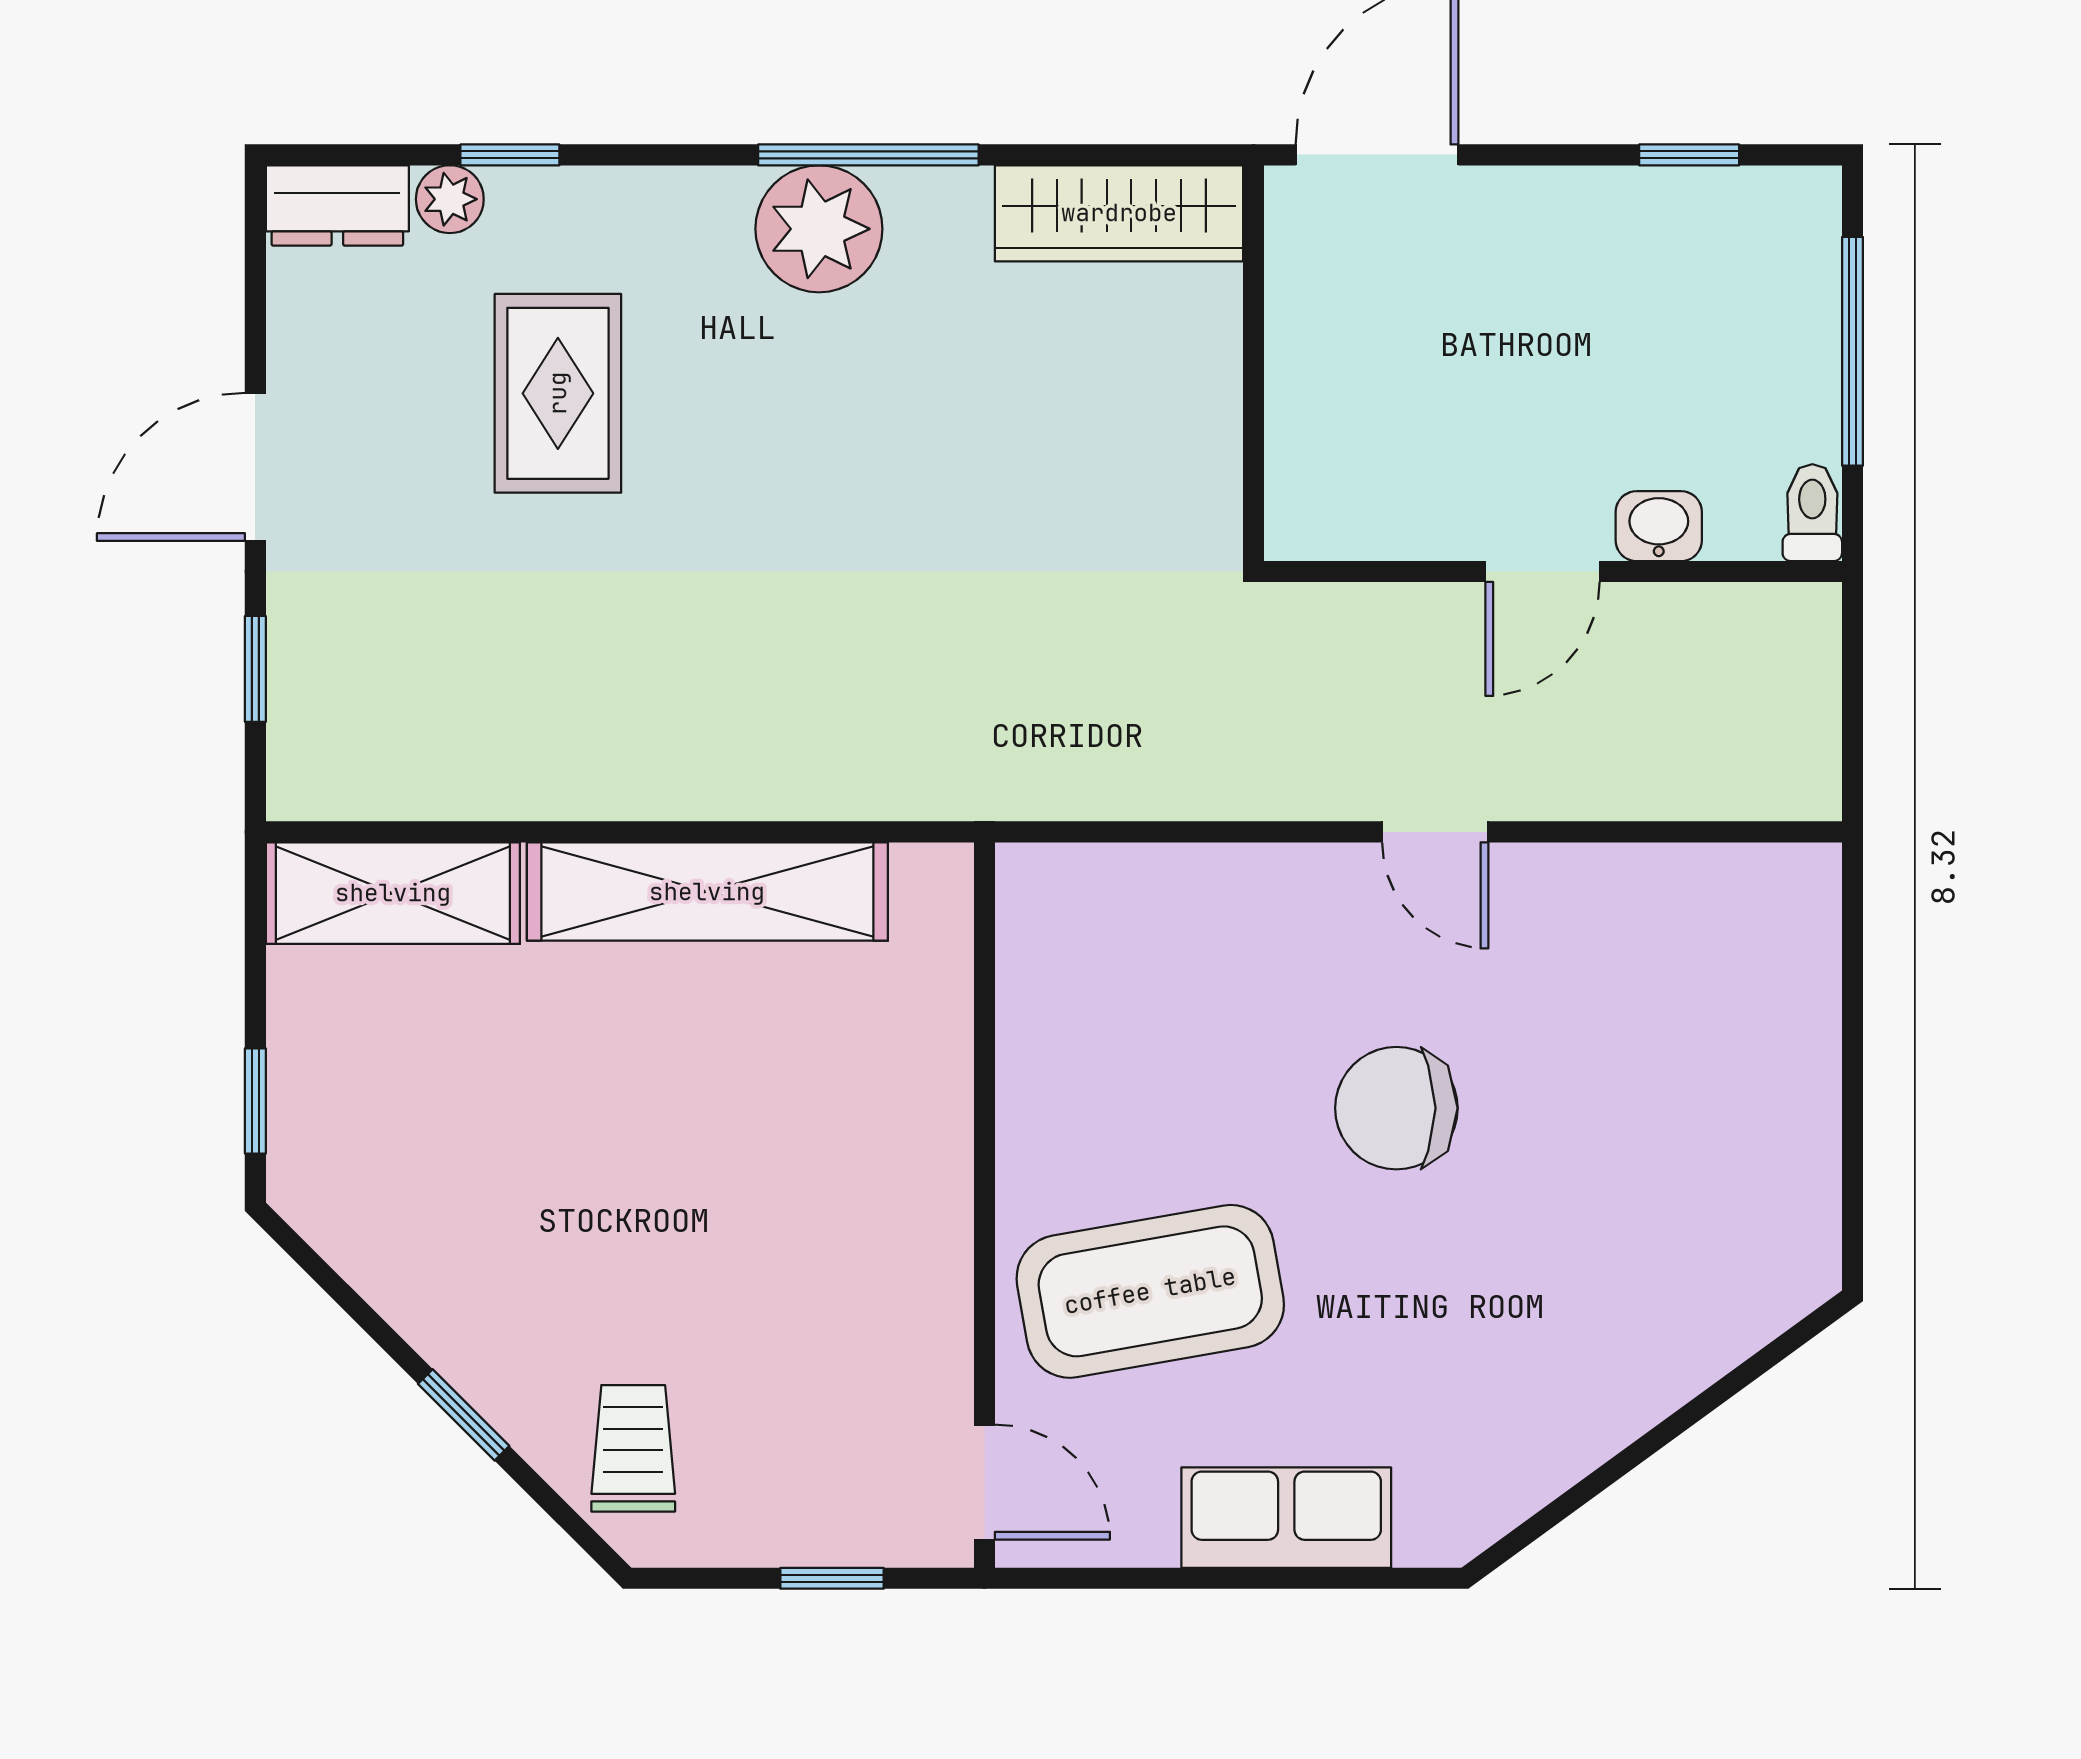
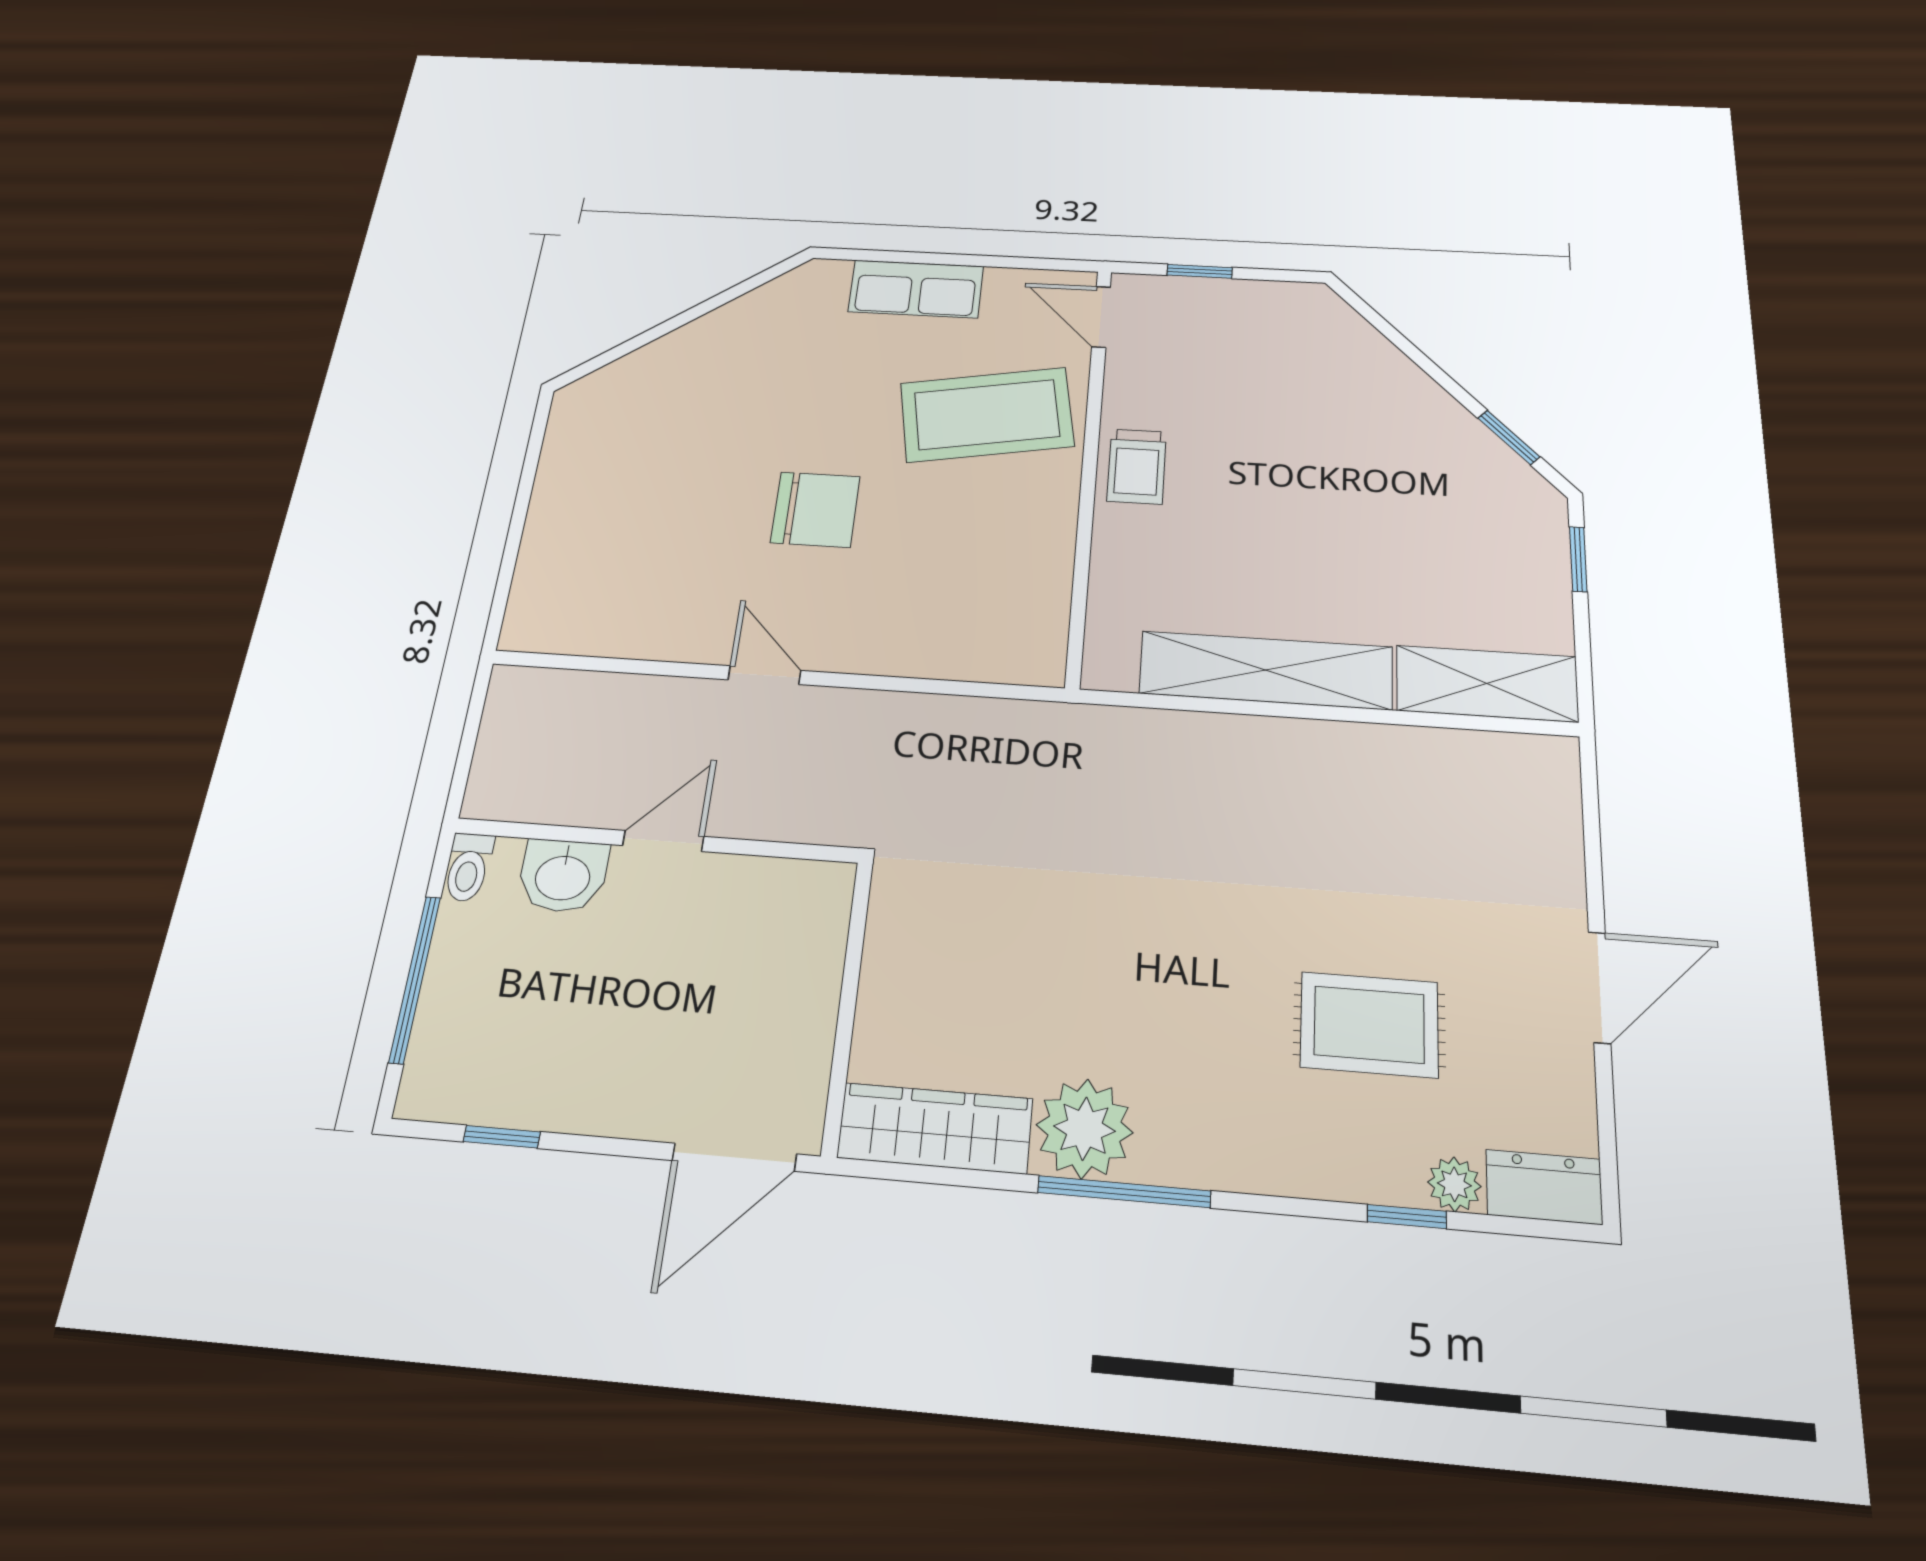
plant: (819, 229) -> (1084, 1129), moved
rug: (558, 393) -> (1369, 1025), turned 90
washbasin: (1659, 526) -> (563, 876), width x1.38, depth x1.45
window: (255, 669) -> (1592, 841), removed
window: (464, 1415) -> (1509, 437), moved
trolley: (633, 1448) -> (1137, 466), moved

